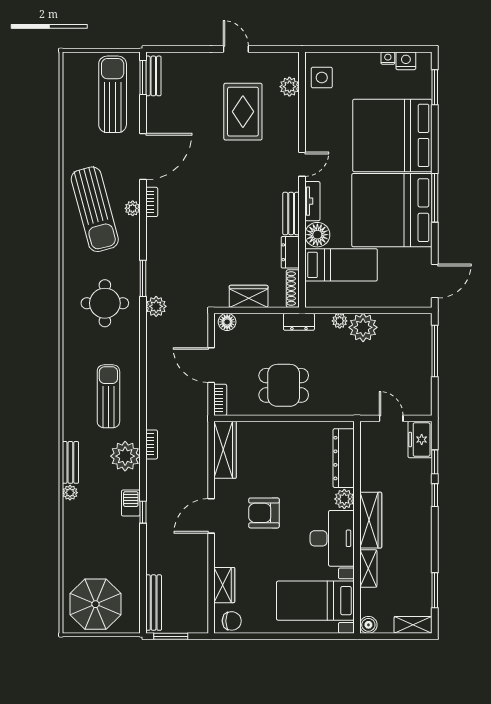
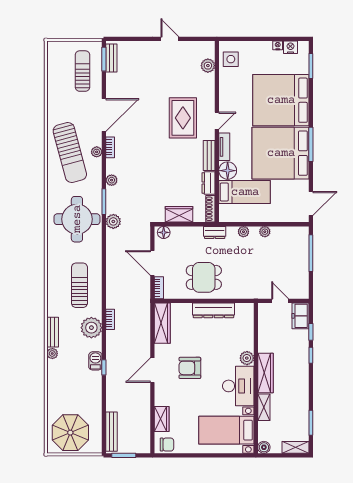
sun lounger: (113, 94) -> (82, 71), width x0.73, depth x0.75
rug: (243, 112) -> (183, 118), moved
plant: (154, 248) -> (112, 180), added
round table: (105, 303) -> (77, 219), width x1.36, depth x1.36
plant: (363, 327) -> (265, 232), width x0.53, depth x0.53
dresser: (344, 458) -> (213, 310), moved, turned -90

